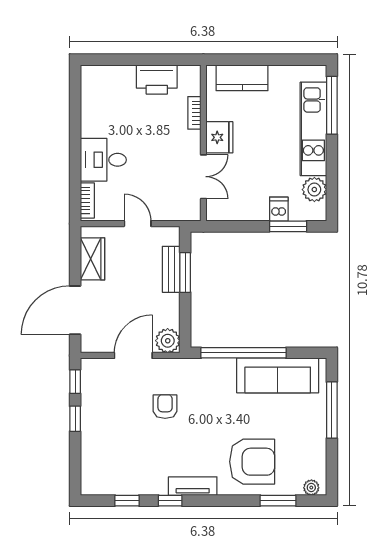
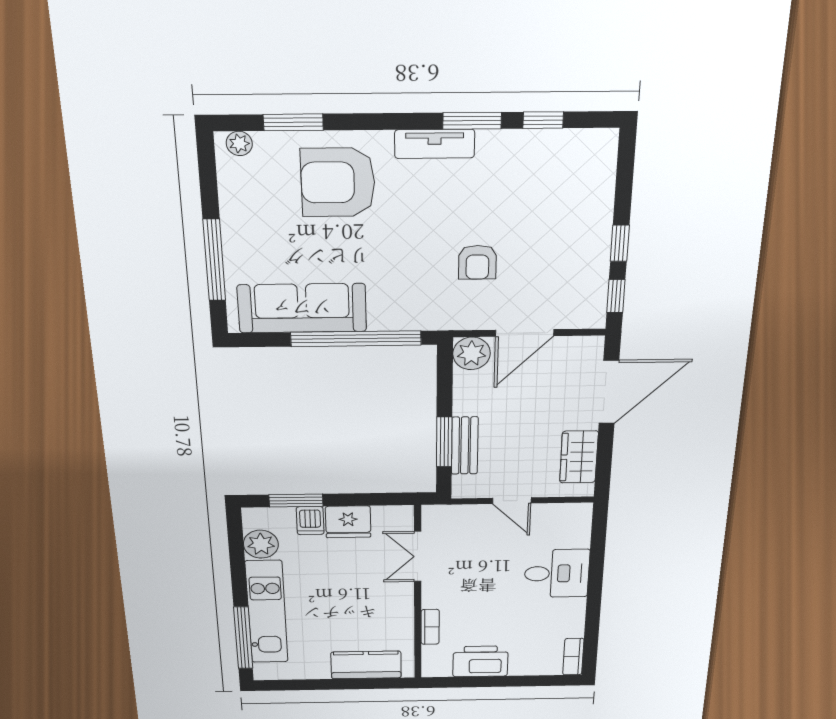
fridge: (219, 137) -> (348, 522), moved, turned -90
bookcase: (87, 200) -> (573, 657), moved
window: (170, 501) -> (472, 121), width x1.50

